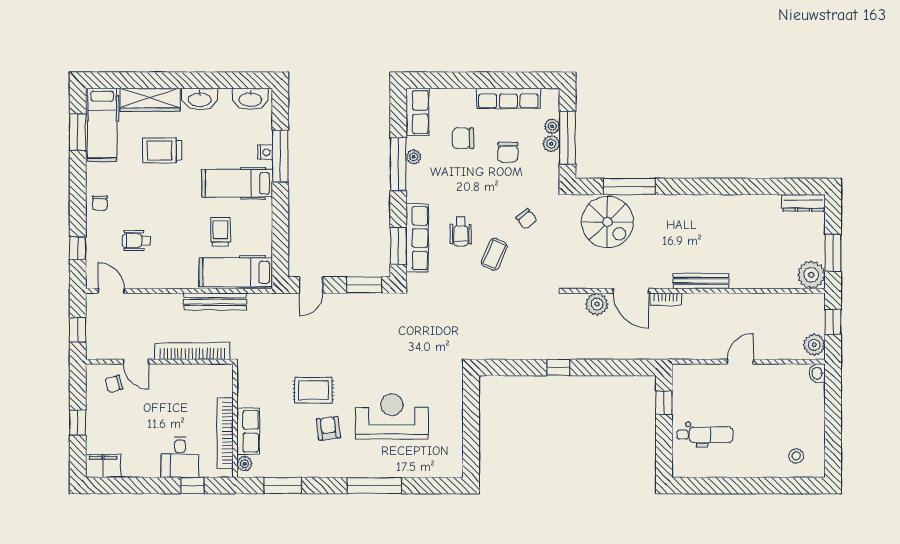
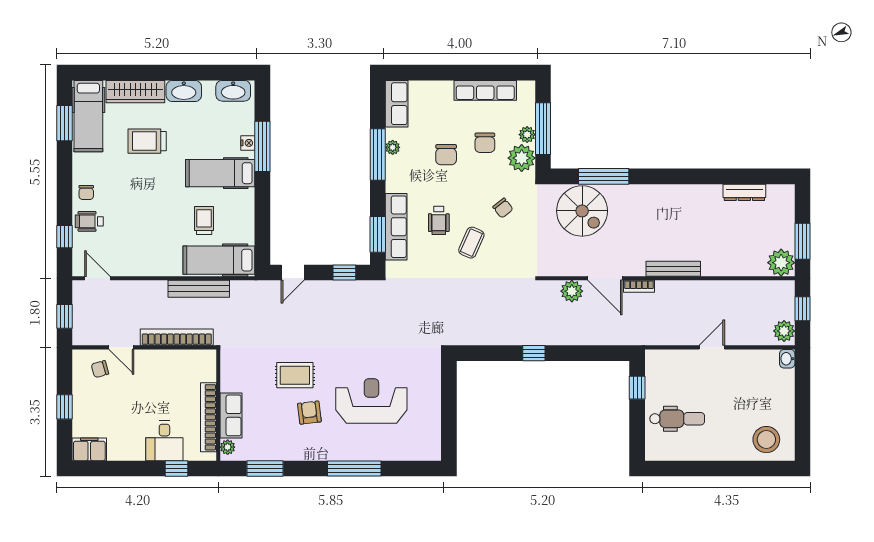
plant: (552, 126) -> (522, 158), moved, width x1.87, depth x1.87
chair: (463, 138) -> (446, 155), moved, turned -90
dresser: (804, 203) -> (744, 192), moved
wheelchair: (136, 241) -> (89, 221), moved
window: (364, 285) -> (344, 272), width x0.67
stool: (796, 456) -> (766, 440), width x1.89, depth x1.89

